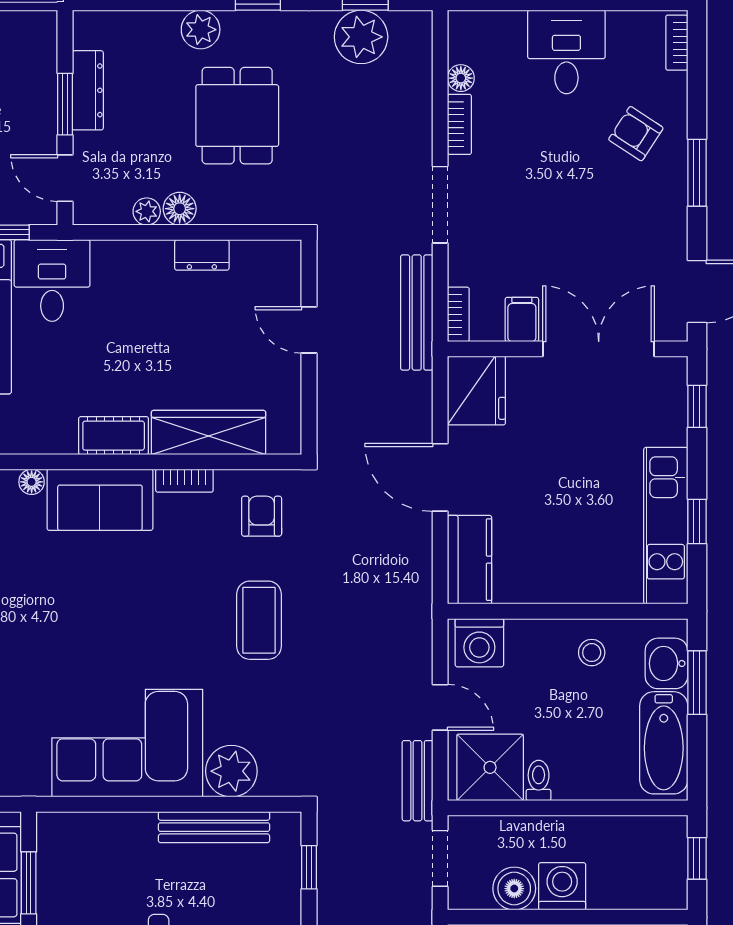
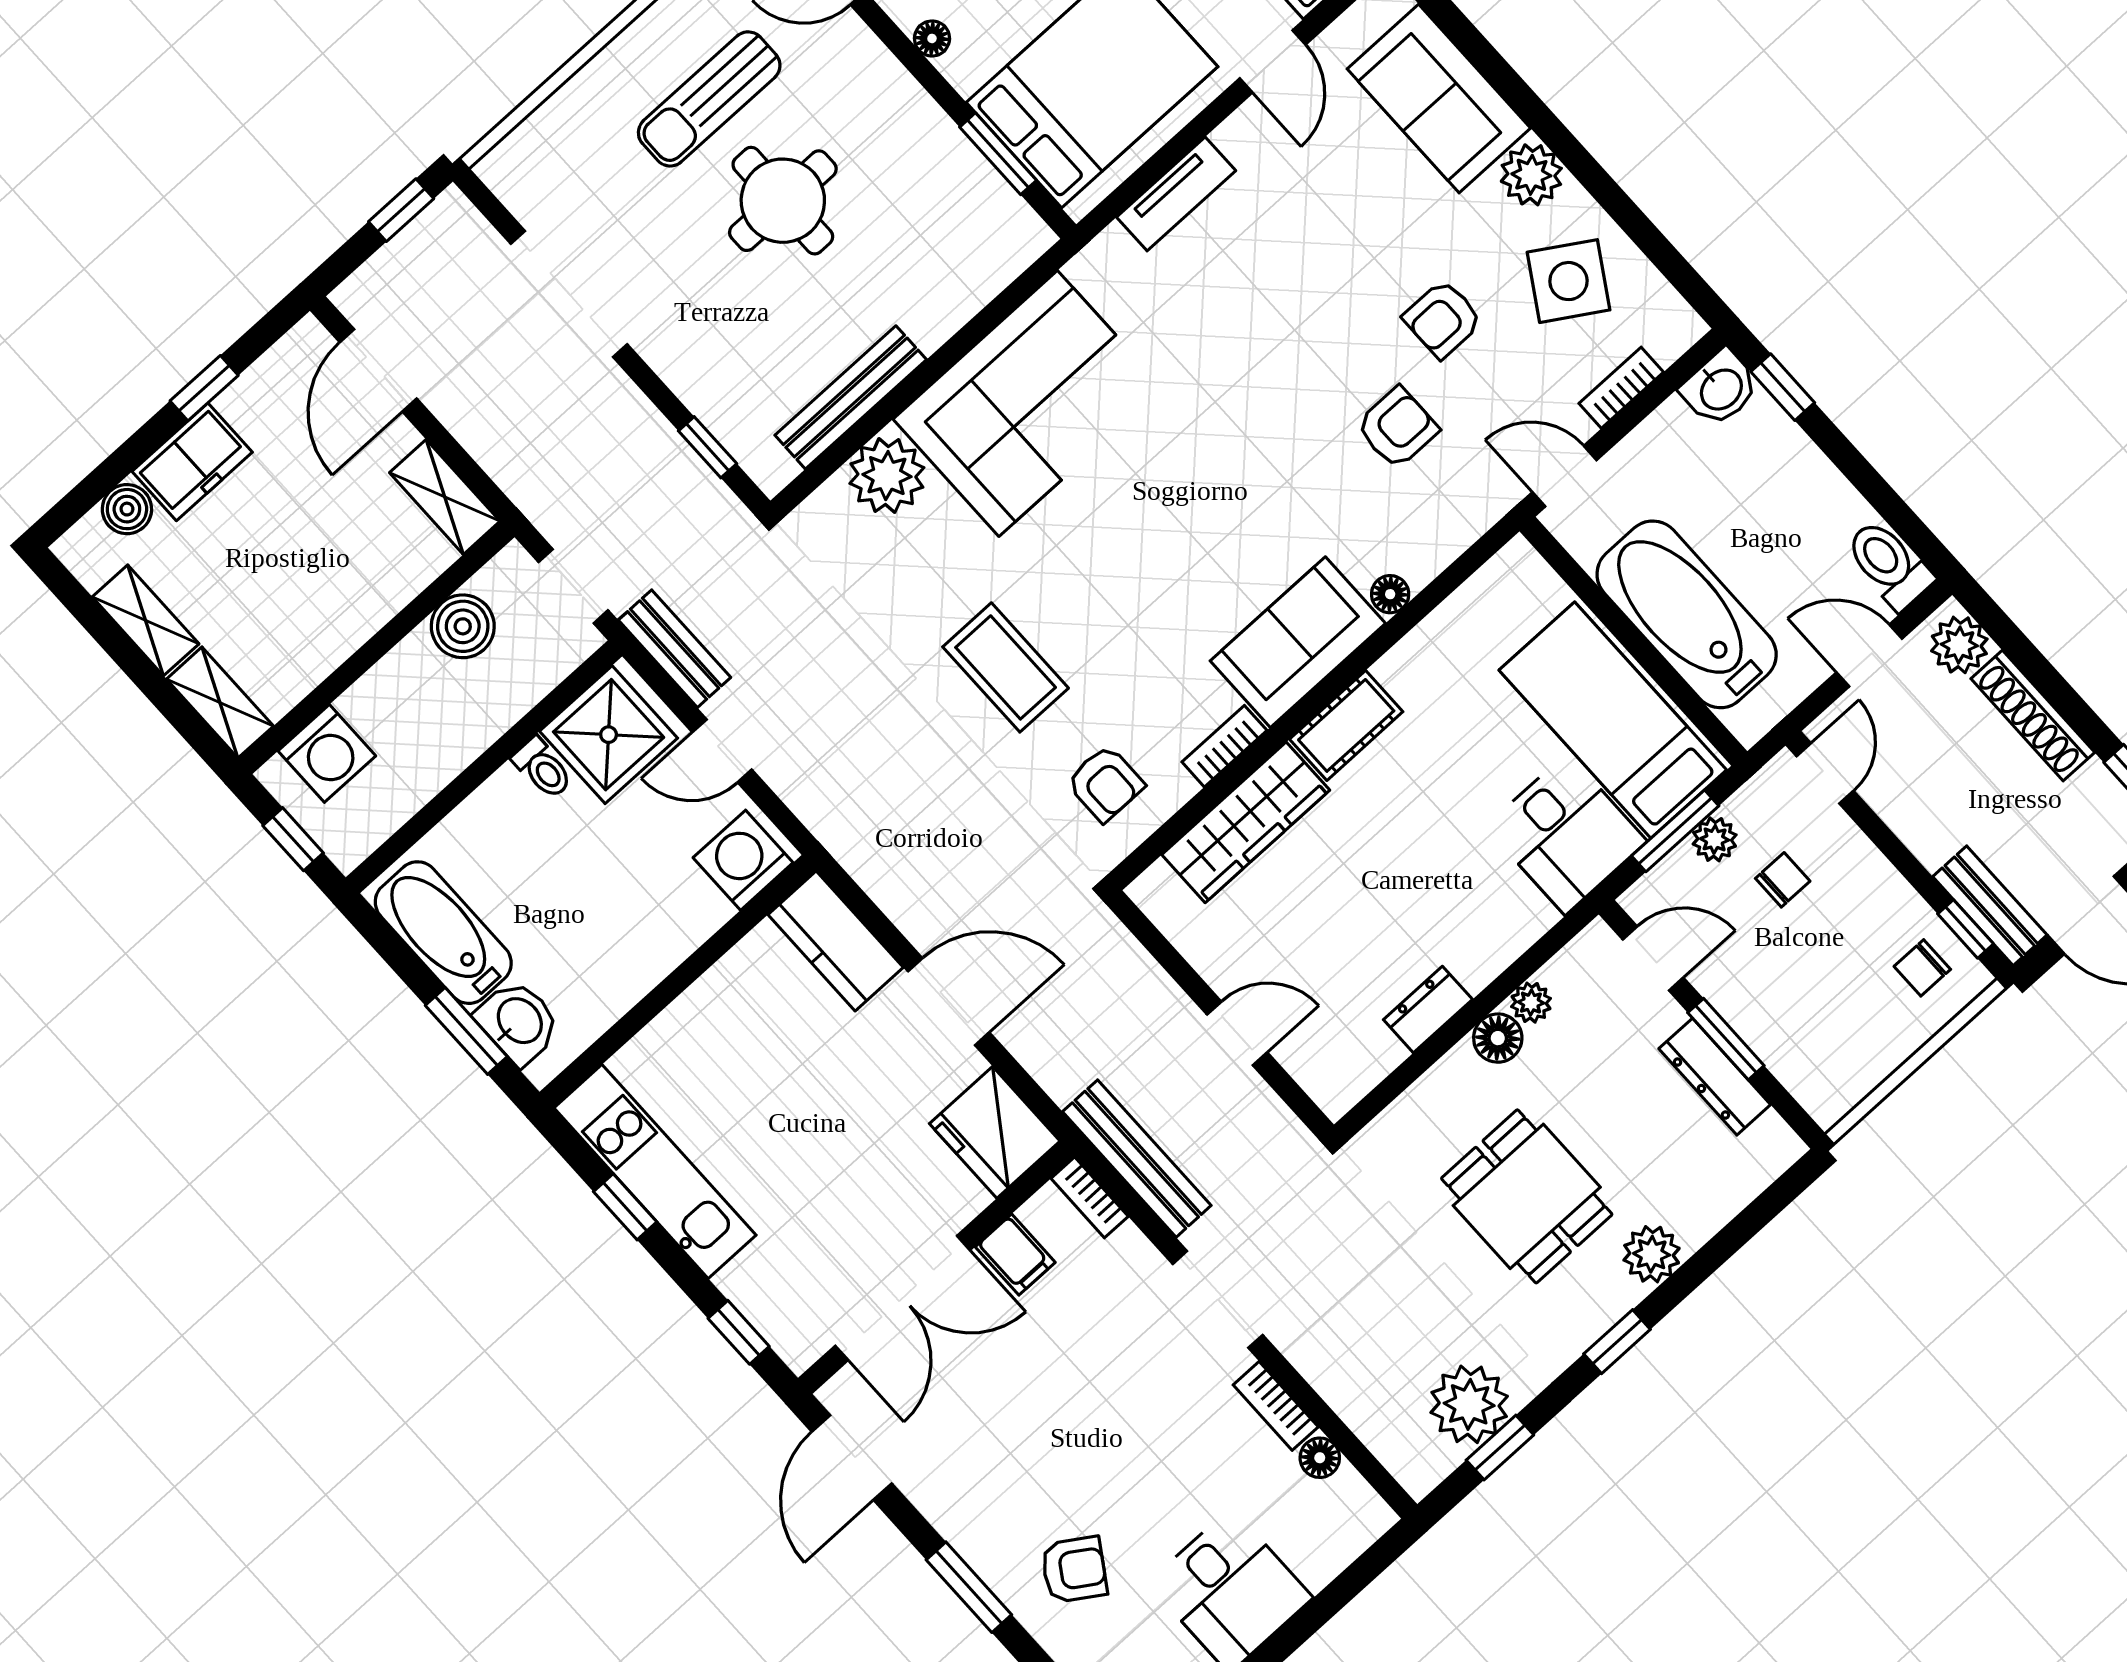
stool: (592, 653) -> (611, 960), removed
washing machine: (562, 886) -> (327, 753), moved

